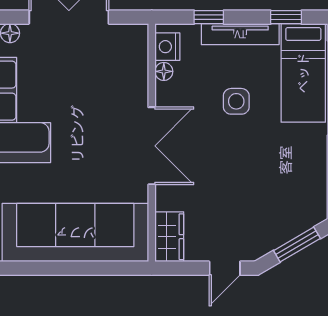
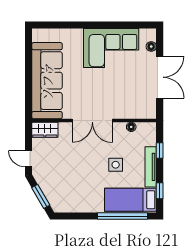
nightstand: (167, 47) -> (144, 129), removed

